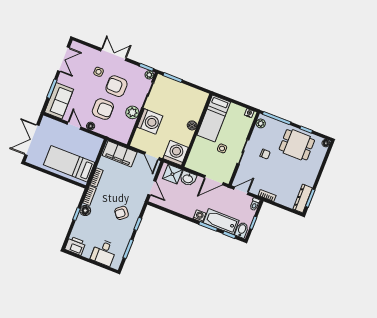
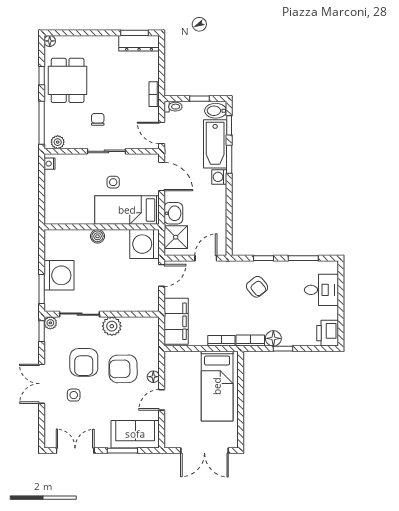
armchair: (103, 109) -> (123, 369), turned -91
bed: (214, 119) -> (127, 210), moved, turned 180
washing machine: (150, 122) -> (59, 275), moved, turned 90

